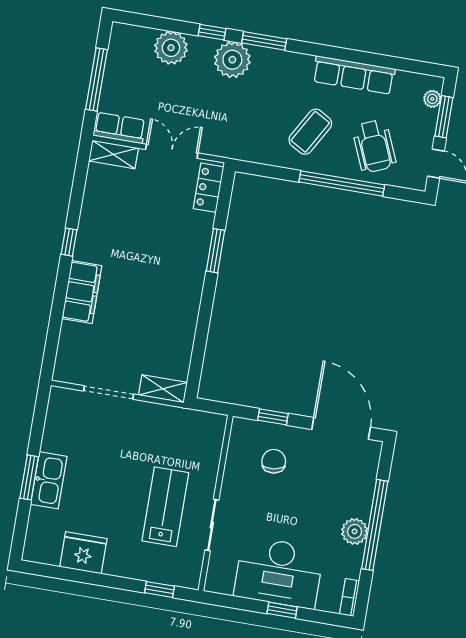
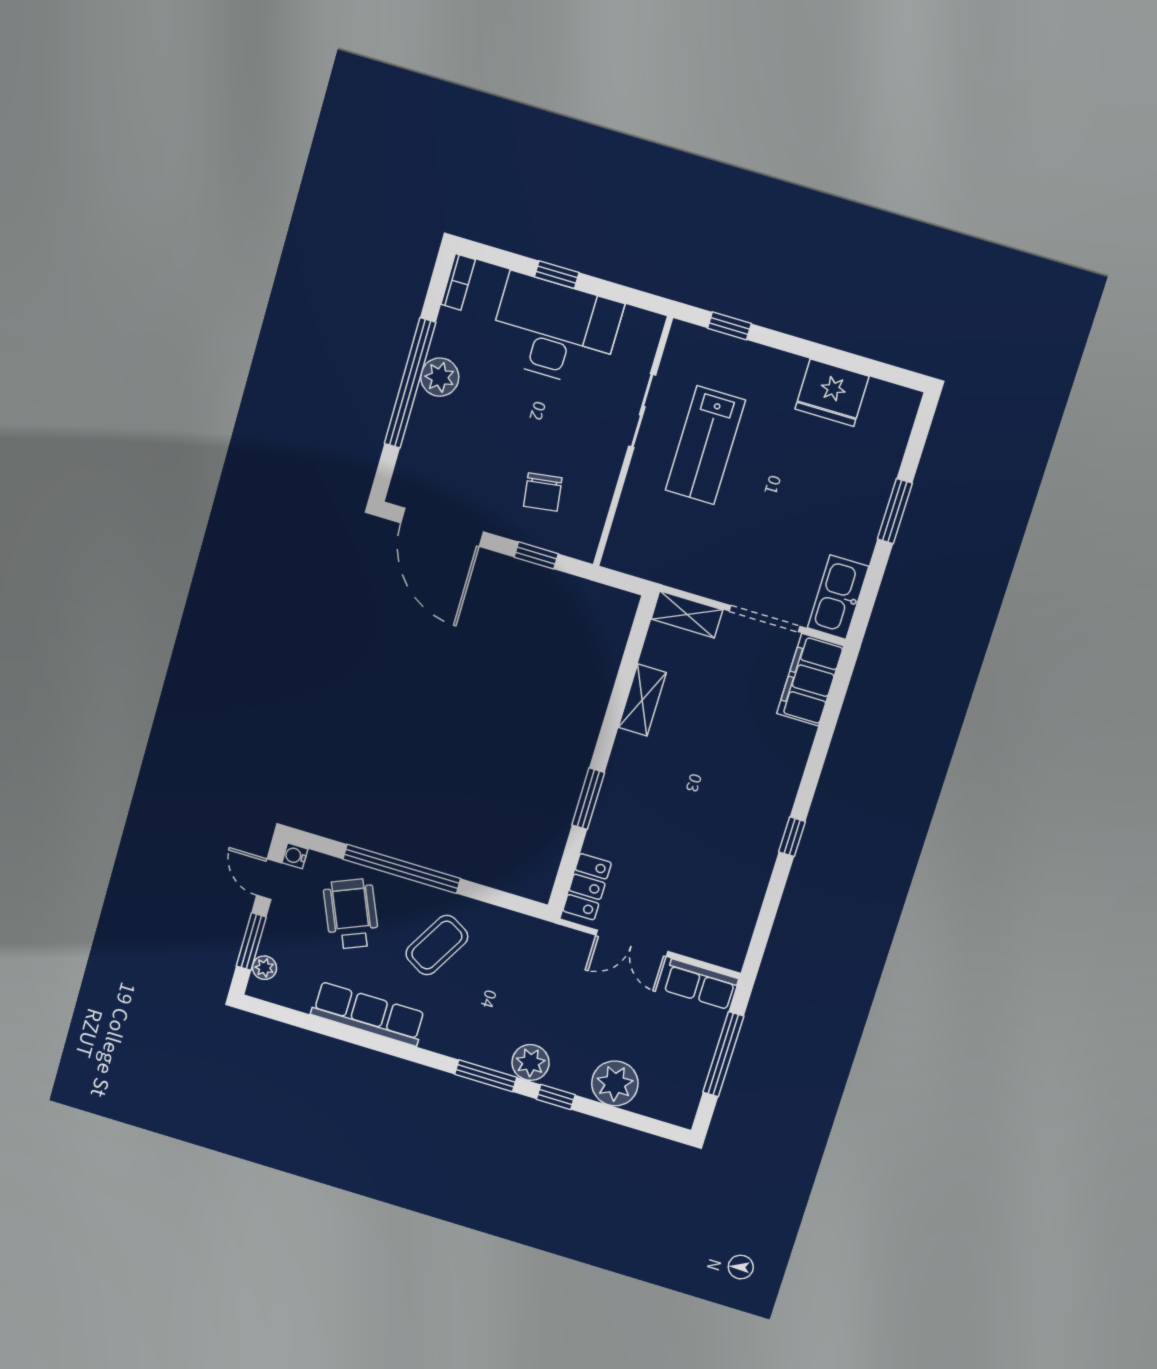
plant: (232, 60) -> (531, 1062), width x0.73, depth x0.73
shelving: (114, 154) -> (642, 700), moved, turned 90
water cooler: (419, 183) -> (295, 856), added
filing cabinet: (82, 292) -> (810, 680), moved
kitchen sink: (49, 480) -> (838, 597), moved

